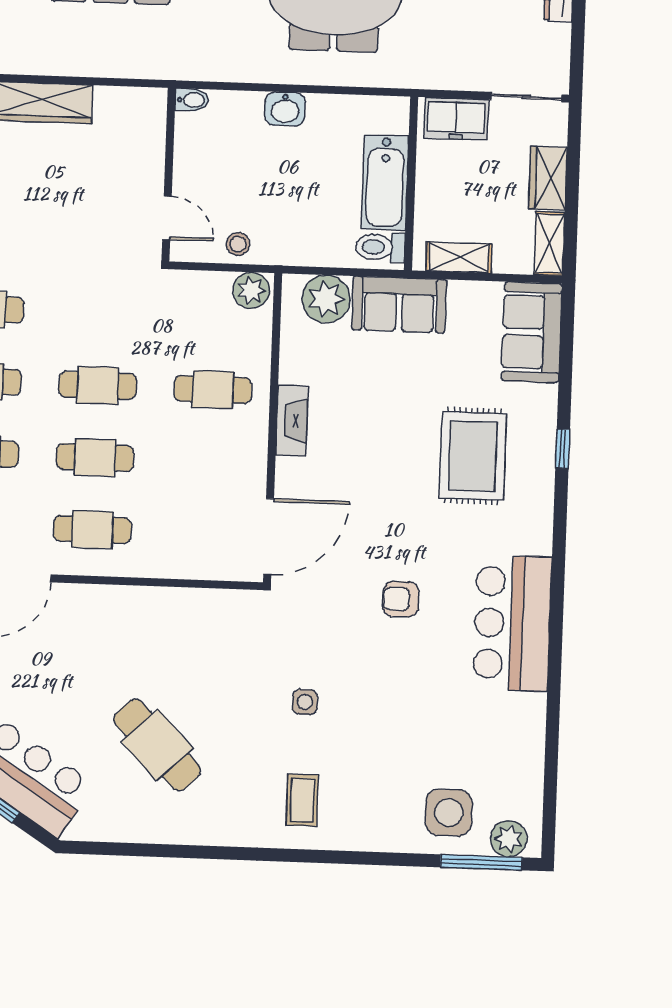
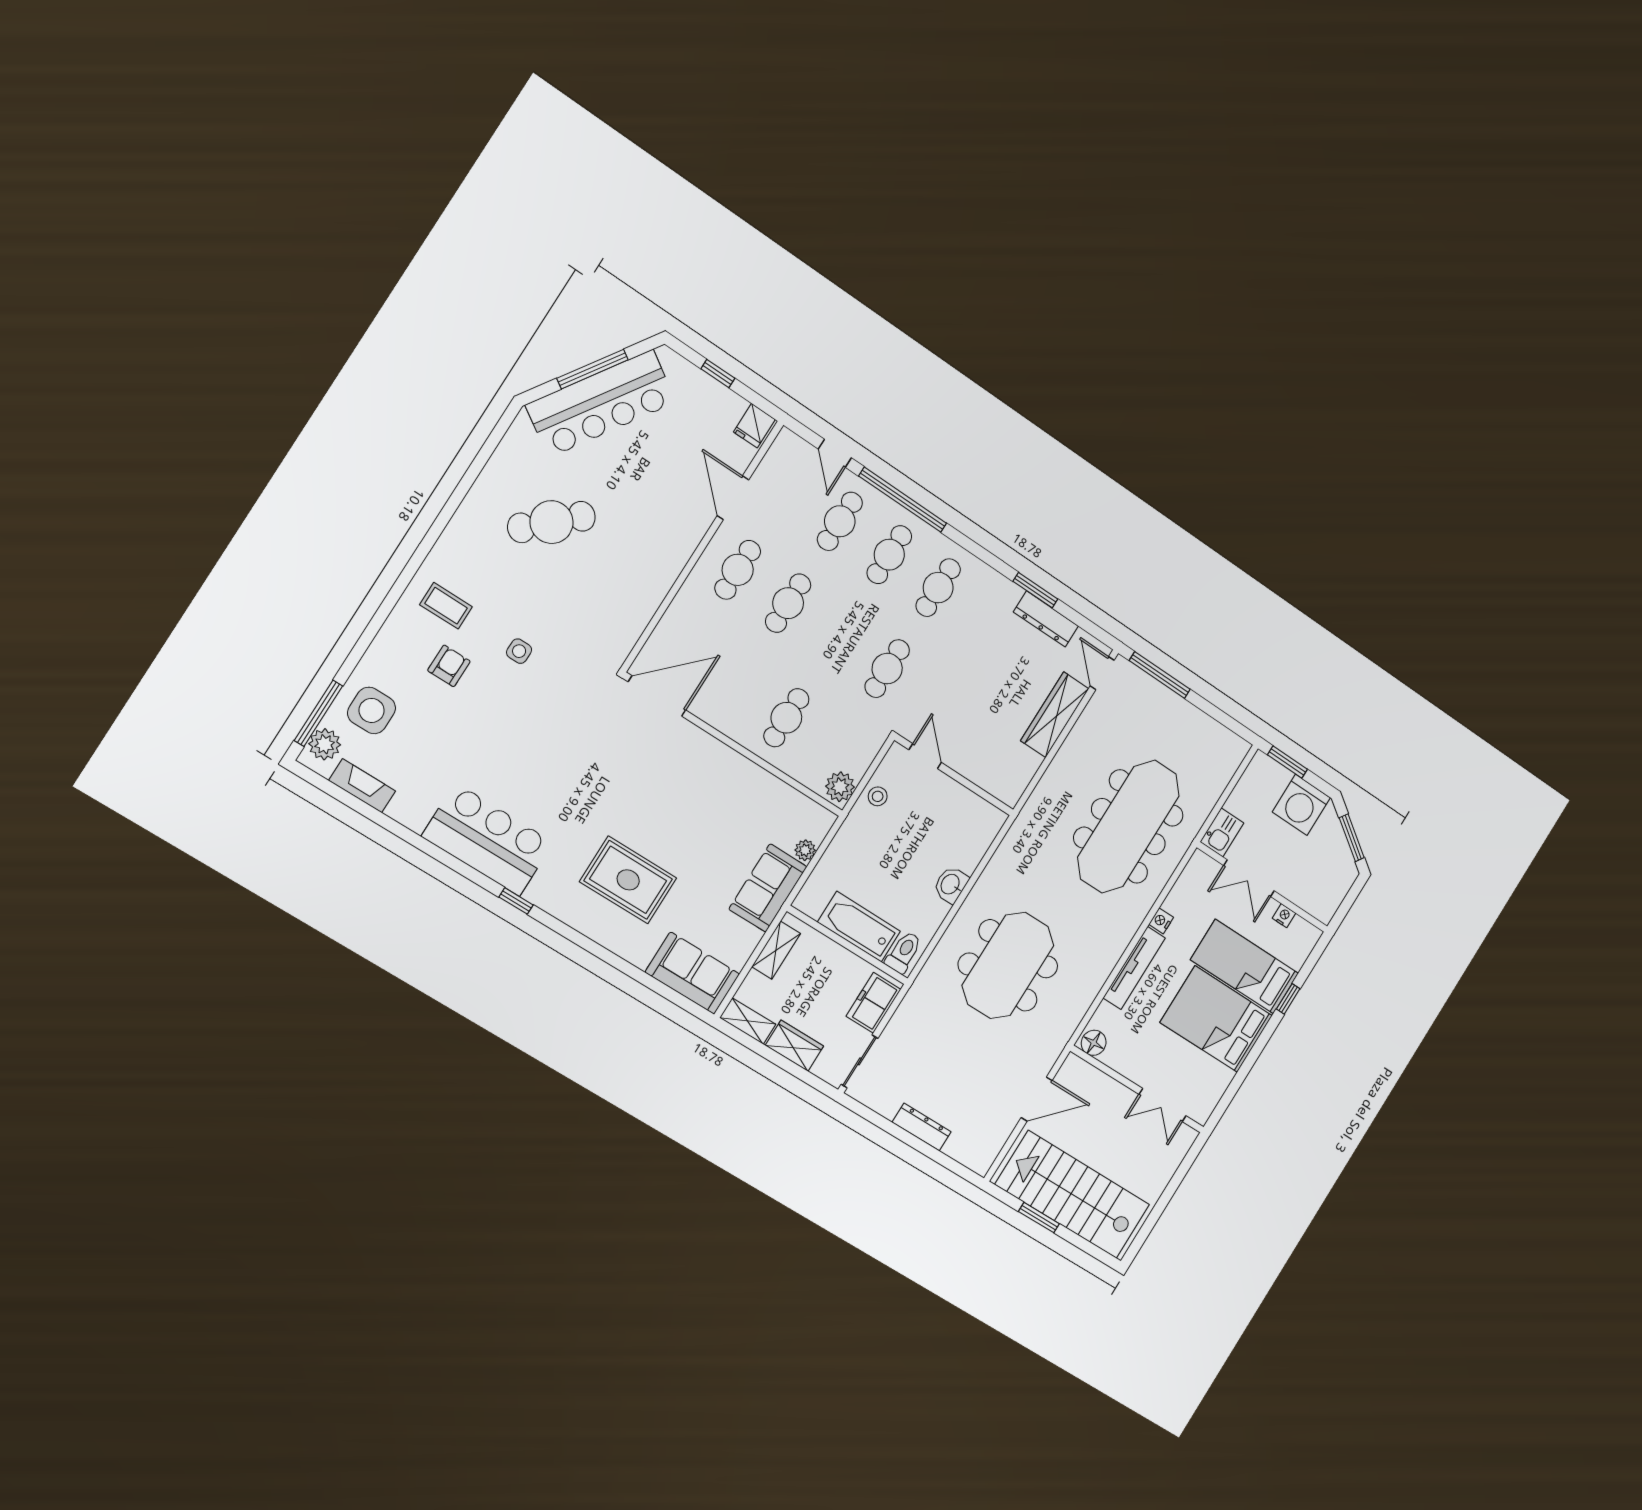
bidet: (192, 100) -> (995, 822), removed
door: (167, 218) -> (925, 756), swing flipped
toilet: (380, 247) -> (904, 952), moved
plant: (326, 299) -> (805, 850), width x0.53, depth x0.53
cafe table: (98, 385) -> (887, 669), moved
fireplace: (292, 421) -> (362, 786), moved, turned 180
window: (563, 449) -> (516, 901), moved
door: (269, 537) -> (657, 696), swing flipped
armchair: (401, 599) -> (449, 666), moved

